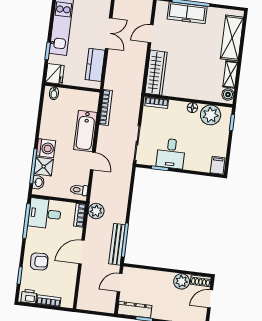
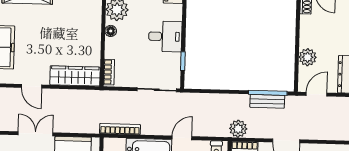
desk: (171, 153) -> (165, 36), moved
bench: (117, 244) -> (267, 101), width x0.73
plant: (182, 281) -> (308, 57), moved
door: (120, 283) -> (317, 94), swing flipped

